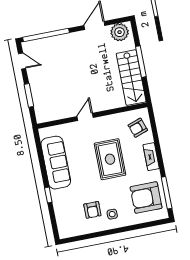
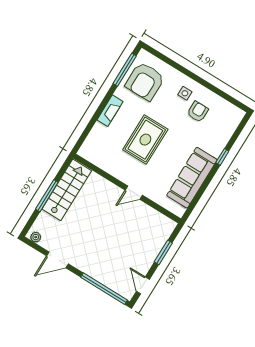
plant: (120, 32) -> (36, 237), width x0.53, depth x0.53
armchair: (138, 128) -> (99, 144), removed
armchair: (146, 198) -> (145, 81), turned 90

